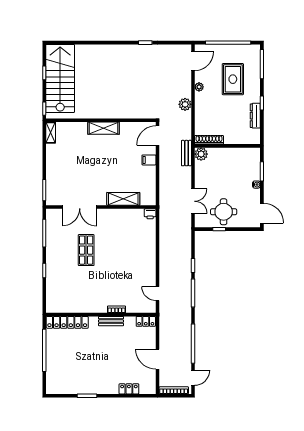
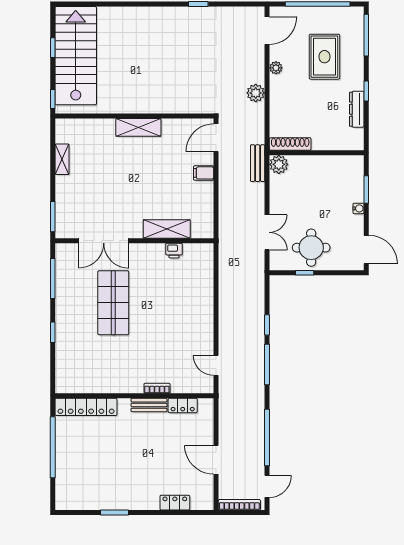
shelving: (51, 133) -> (62, 159), moved
printer: (150, 214) -> (174, 251), moved
shop shelf: (86, 250) -> (113, 303), width x1.43, depth x1.36
locker: (146, 321) -> (183, 405), moved

